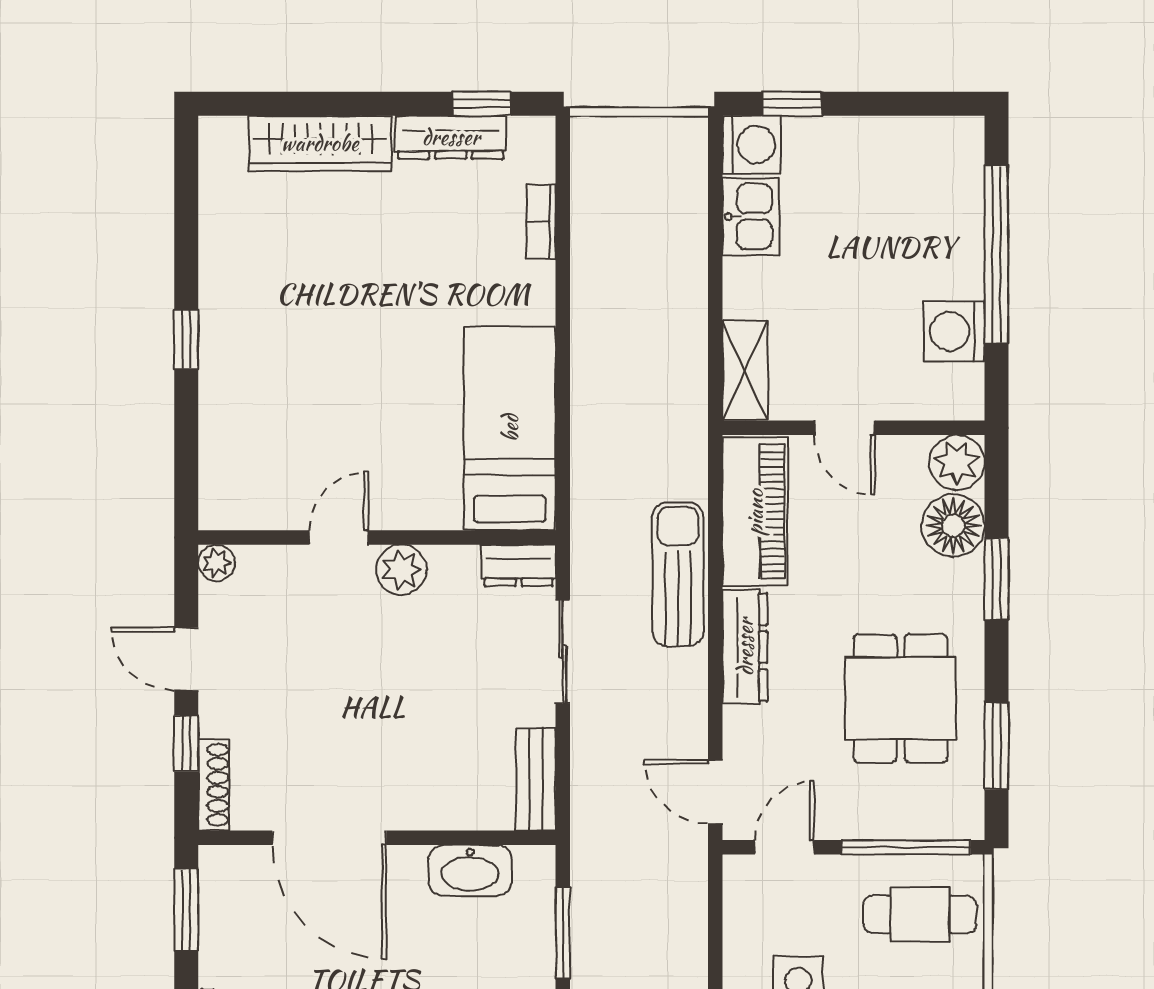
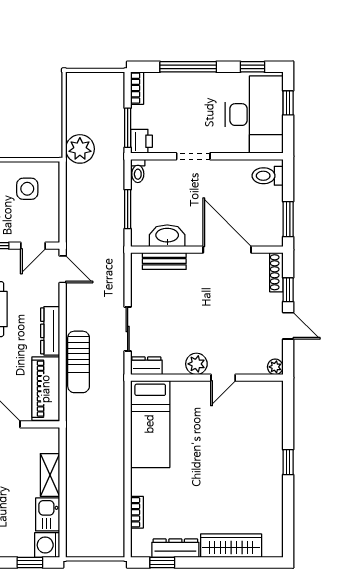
shelving: (745, 371) -> (50, 475), moved
bench: (536, 779) -> (164, 261), moved, turned 90

